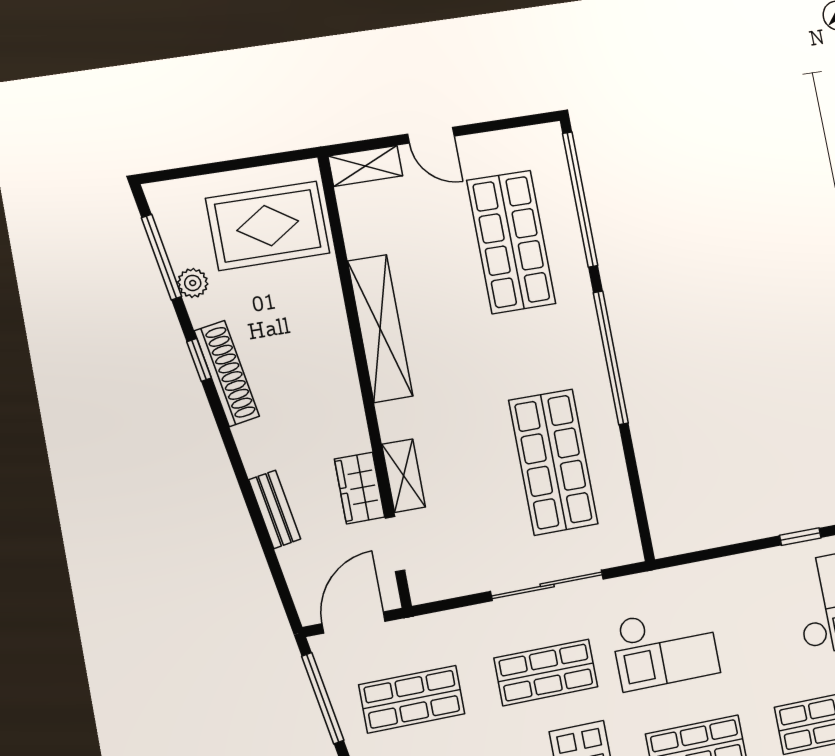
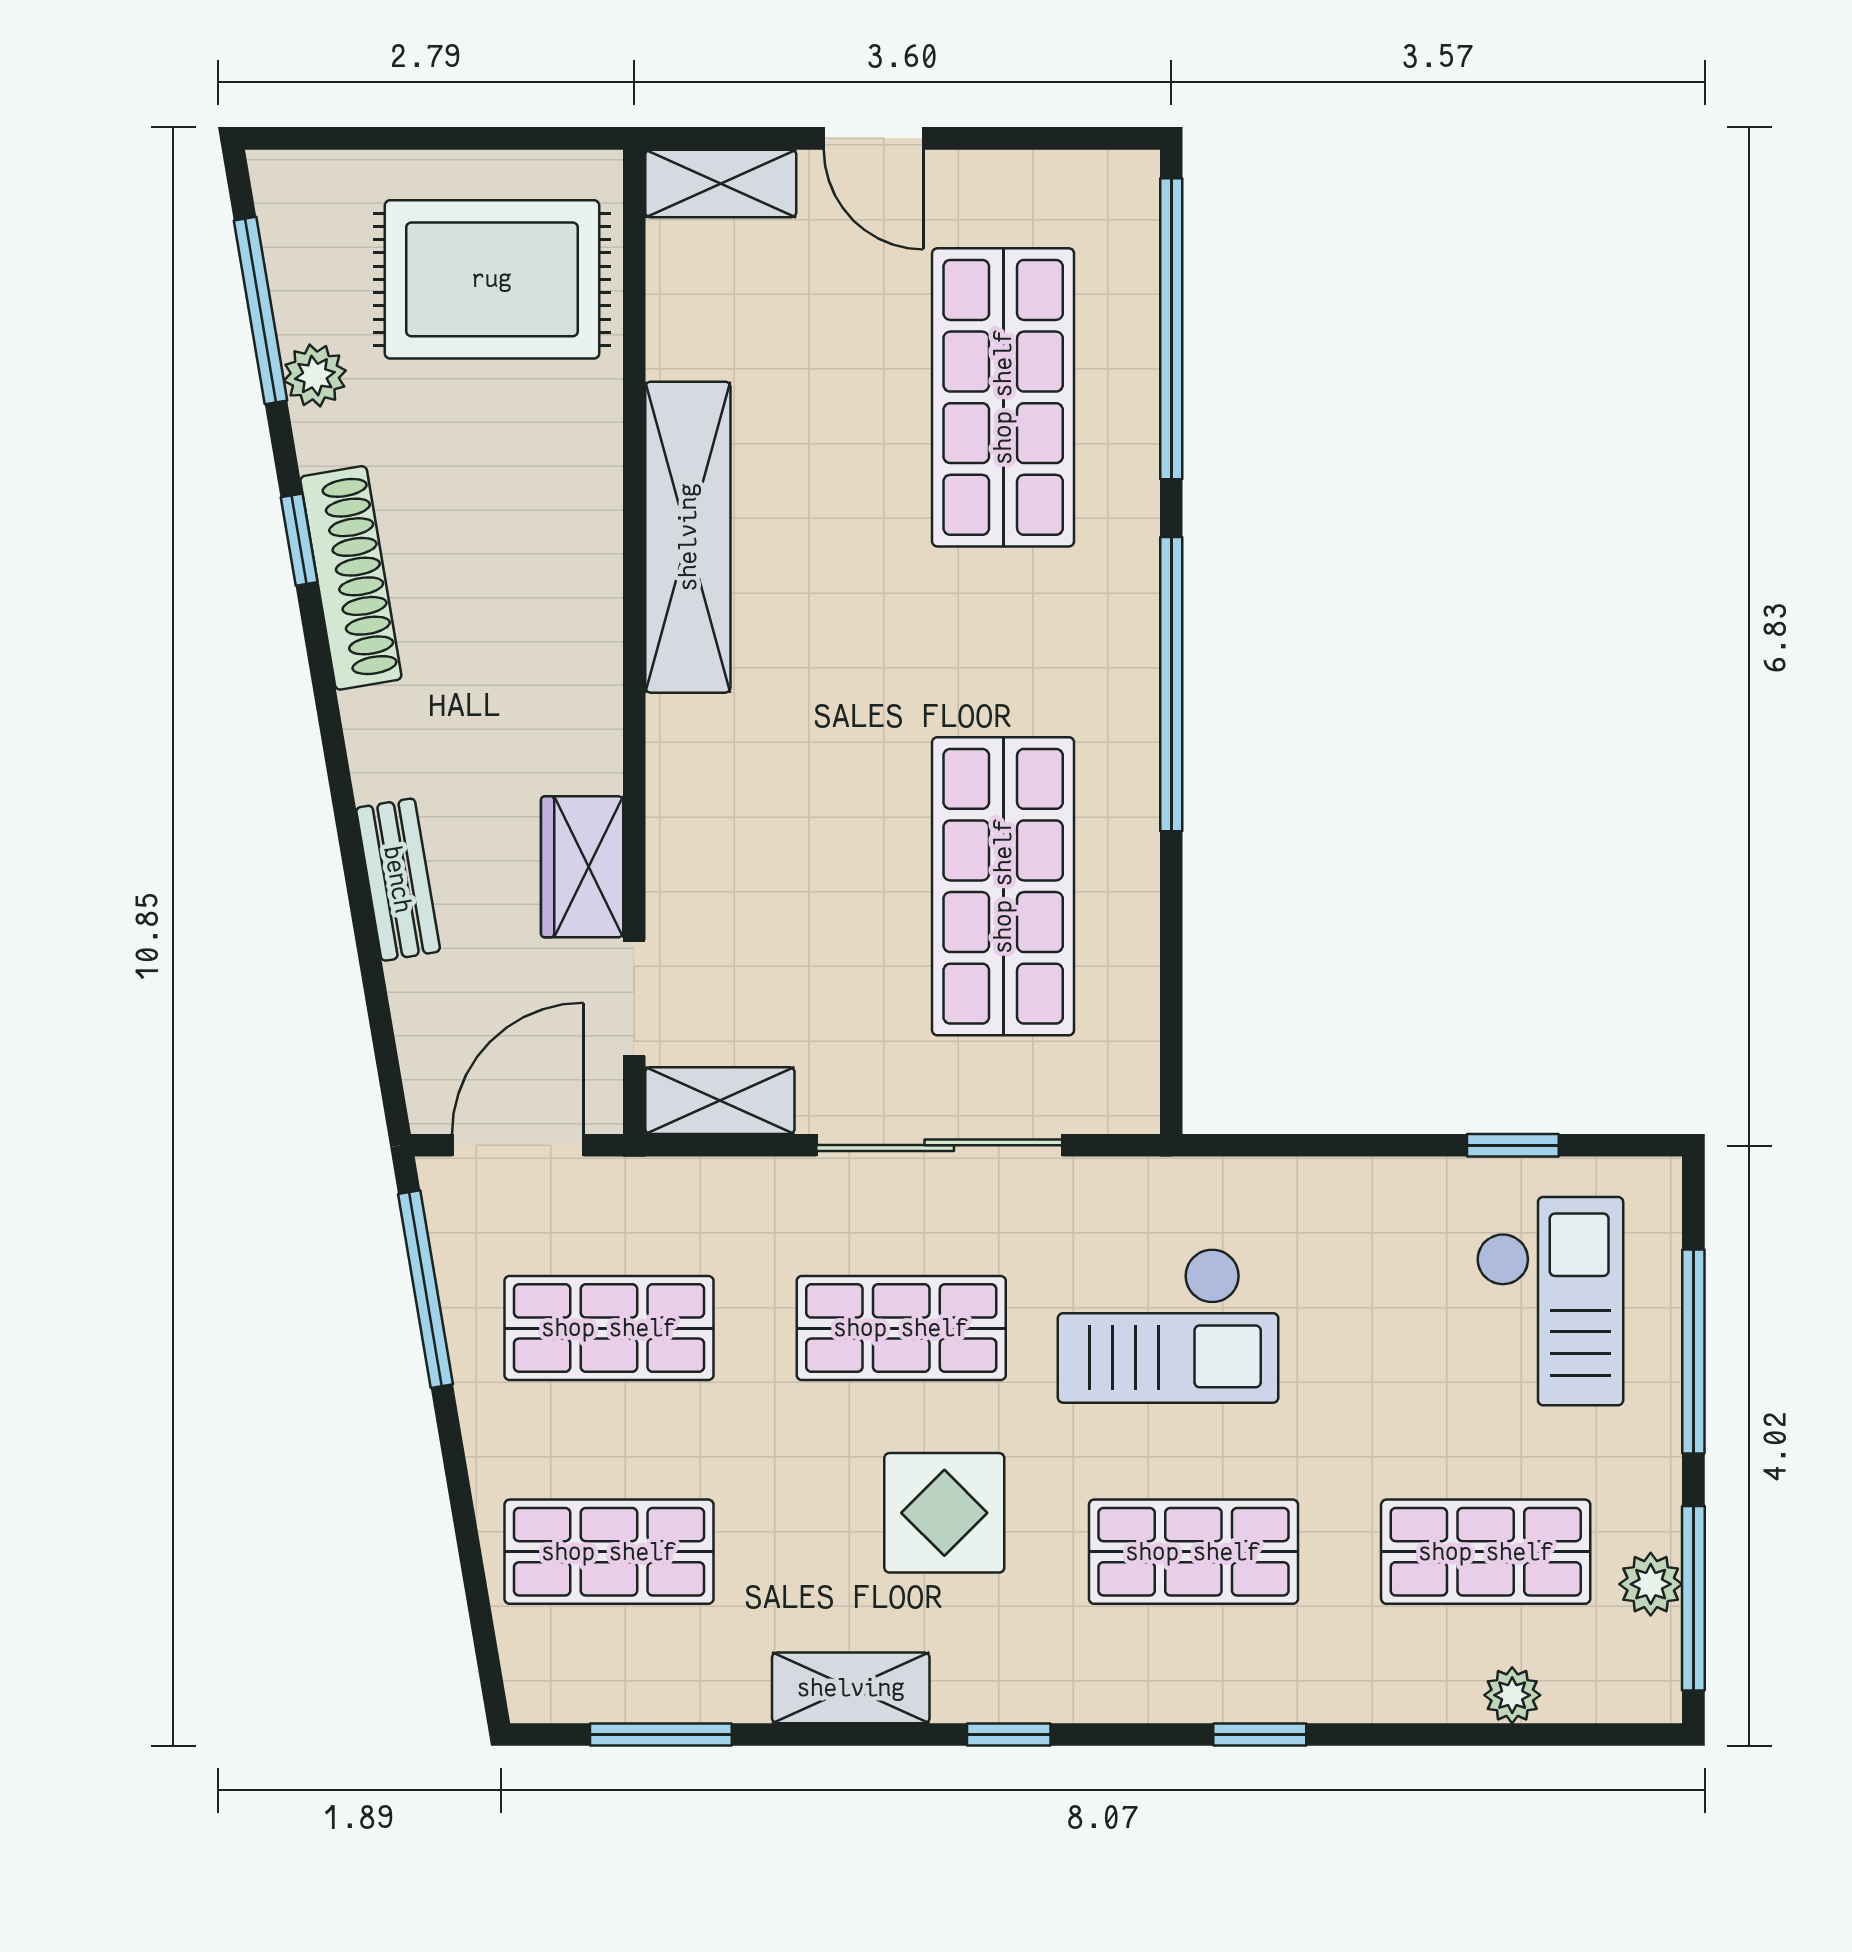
shelving: (404, 476) -> (720, 1101), moved, turned 90

